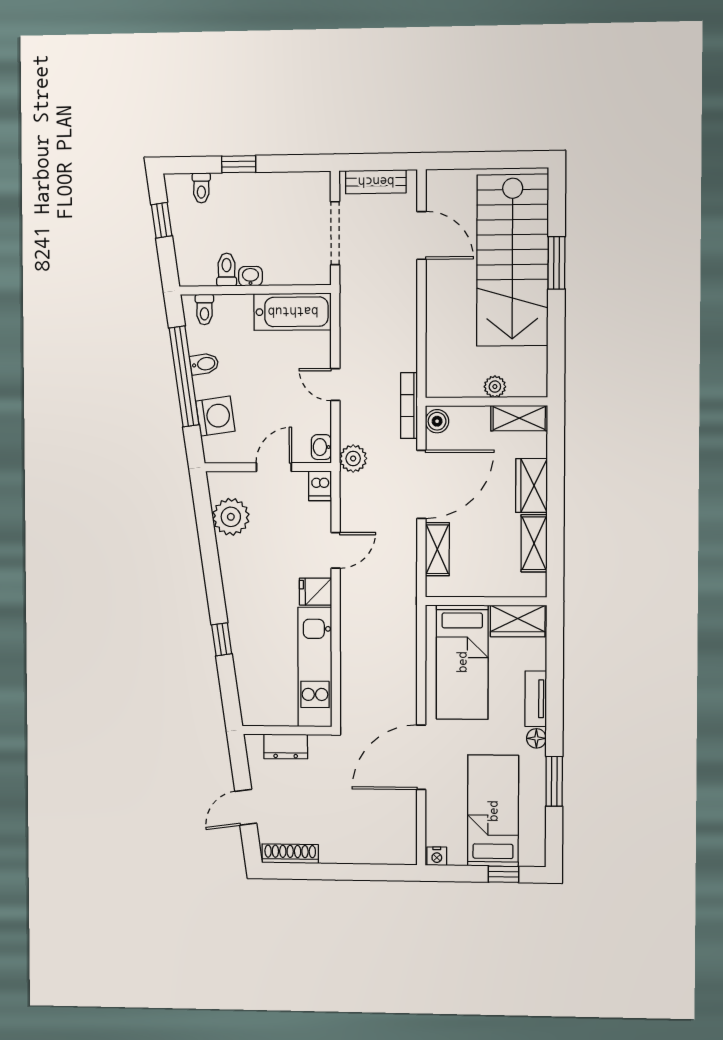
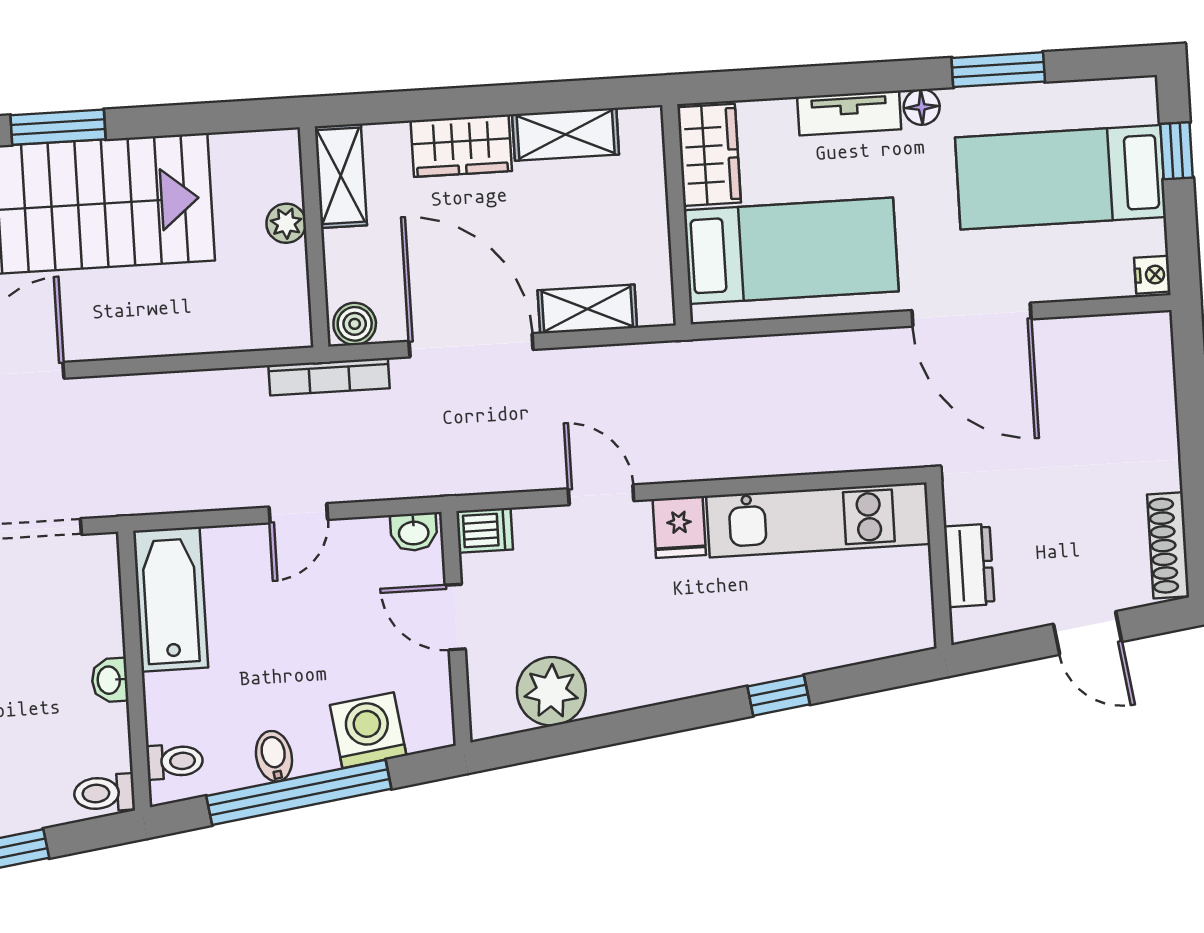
toilet: (227, 270) -> (104, 793), moved
plant: (353, 458) -> (431, 473), removed

